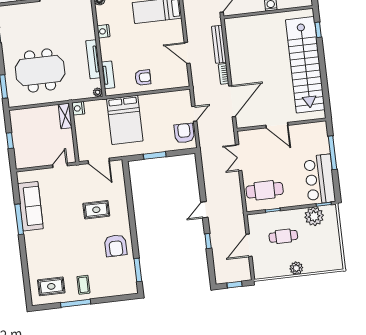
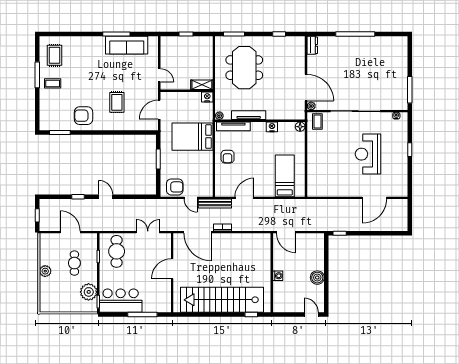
bench: (219, 44) -> (215, 204), moved
tv unit: (108, 75) -> (233, 126), width x1.41

